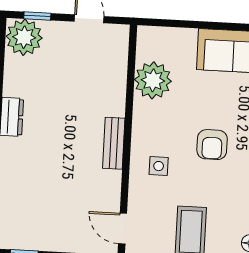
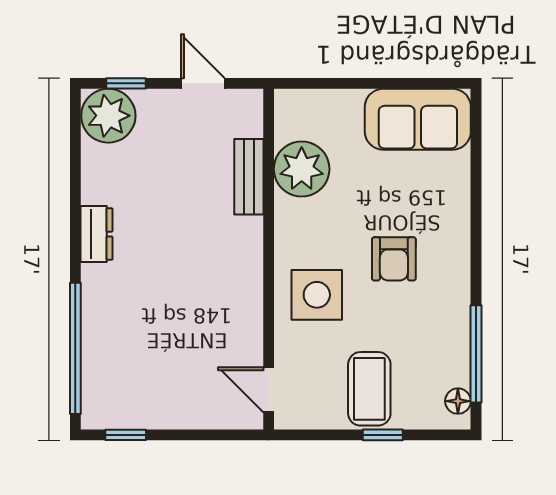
bench: (114, 143) -> (249, 177), moved
side table: (159, 166) -> (317, 295), width x1.87, depth x1.87

